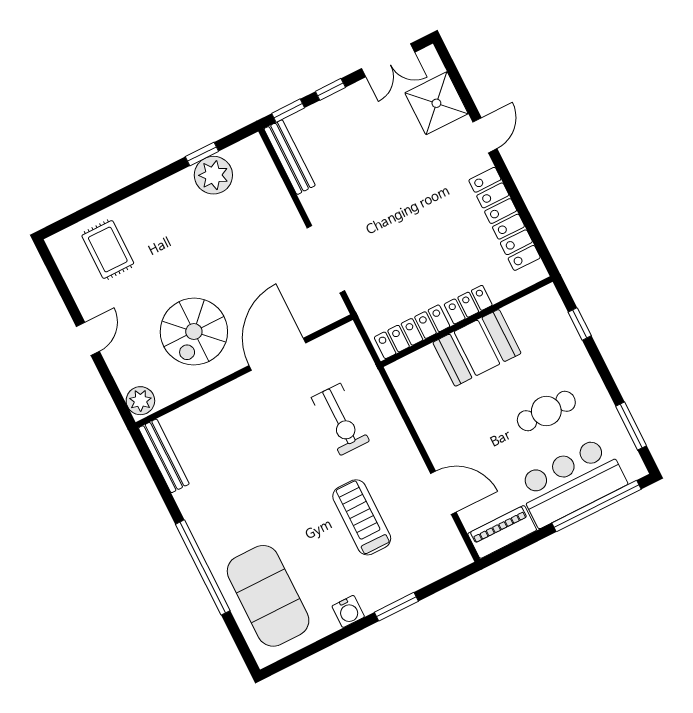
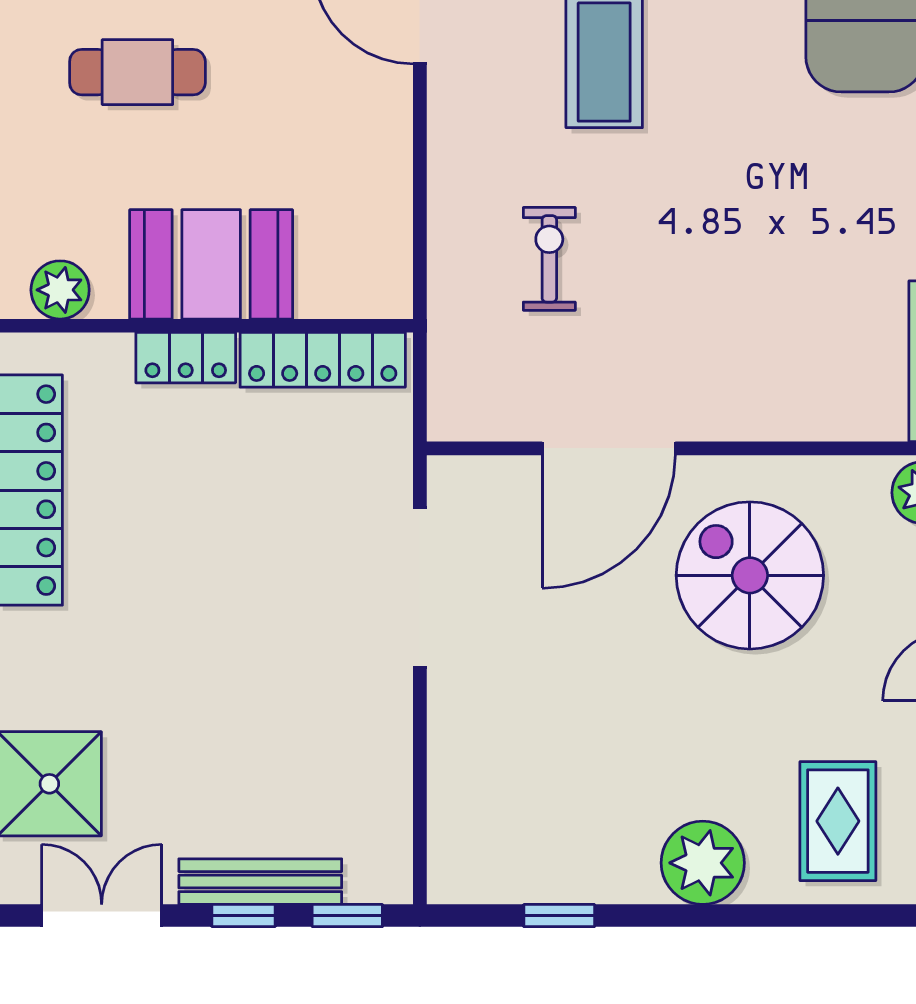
bench: (290, 157) -> (260, 882), moved, turned 90
plant: (213, 175) -> (703, 863), moved
plant: (533, 307) -> (60, 290), added
spiral stairs: (194, 332) -> (750, 575), turned -90
exercise bike: (340, 419) -> (549, 259), width x0.73, depth x0.72

